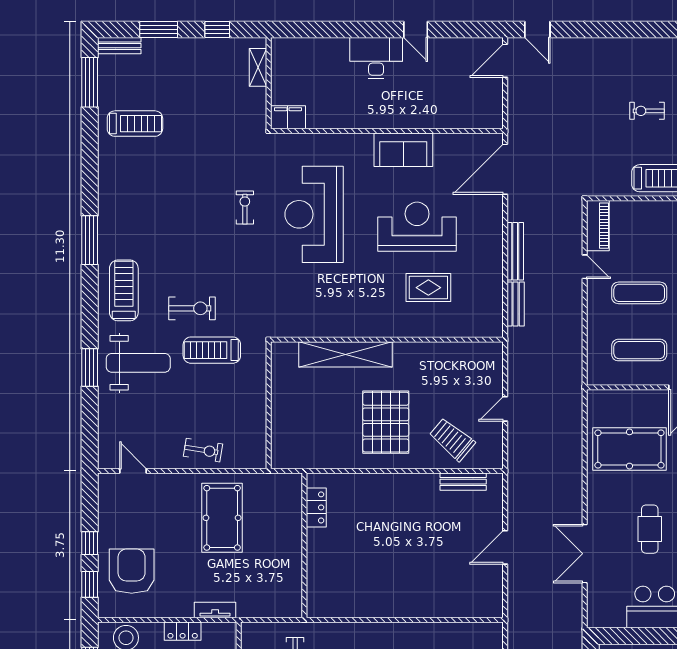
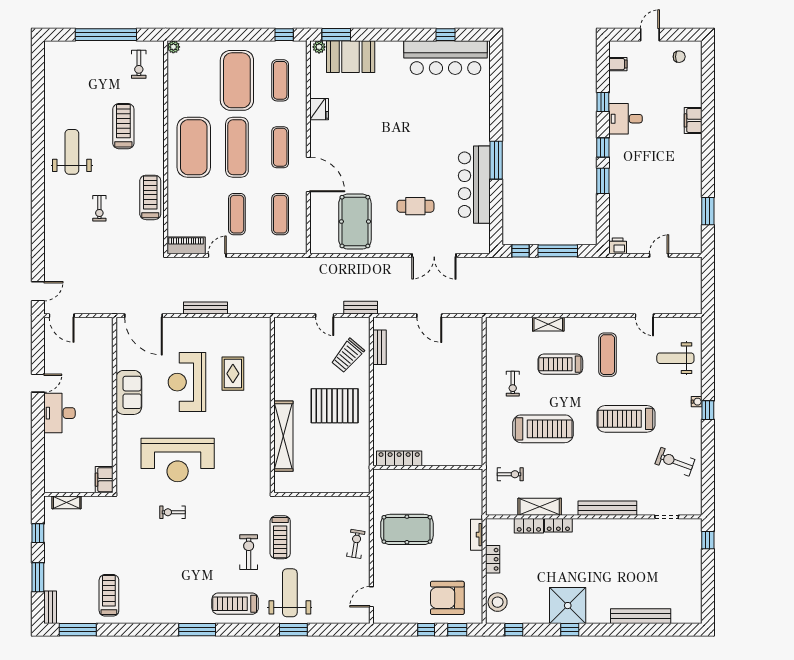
bench: (516, 304) -> (361, 308), moved
locker: (316, 507) -> (399, 458), width x1.53

